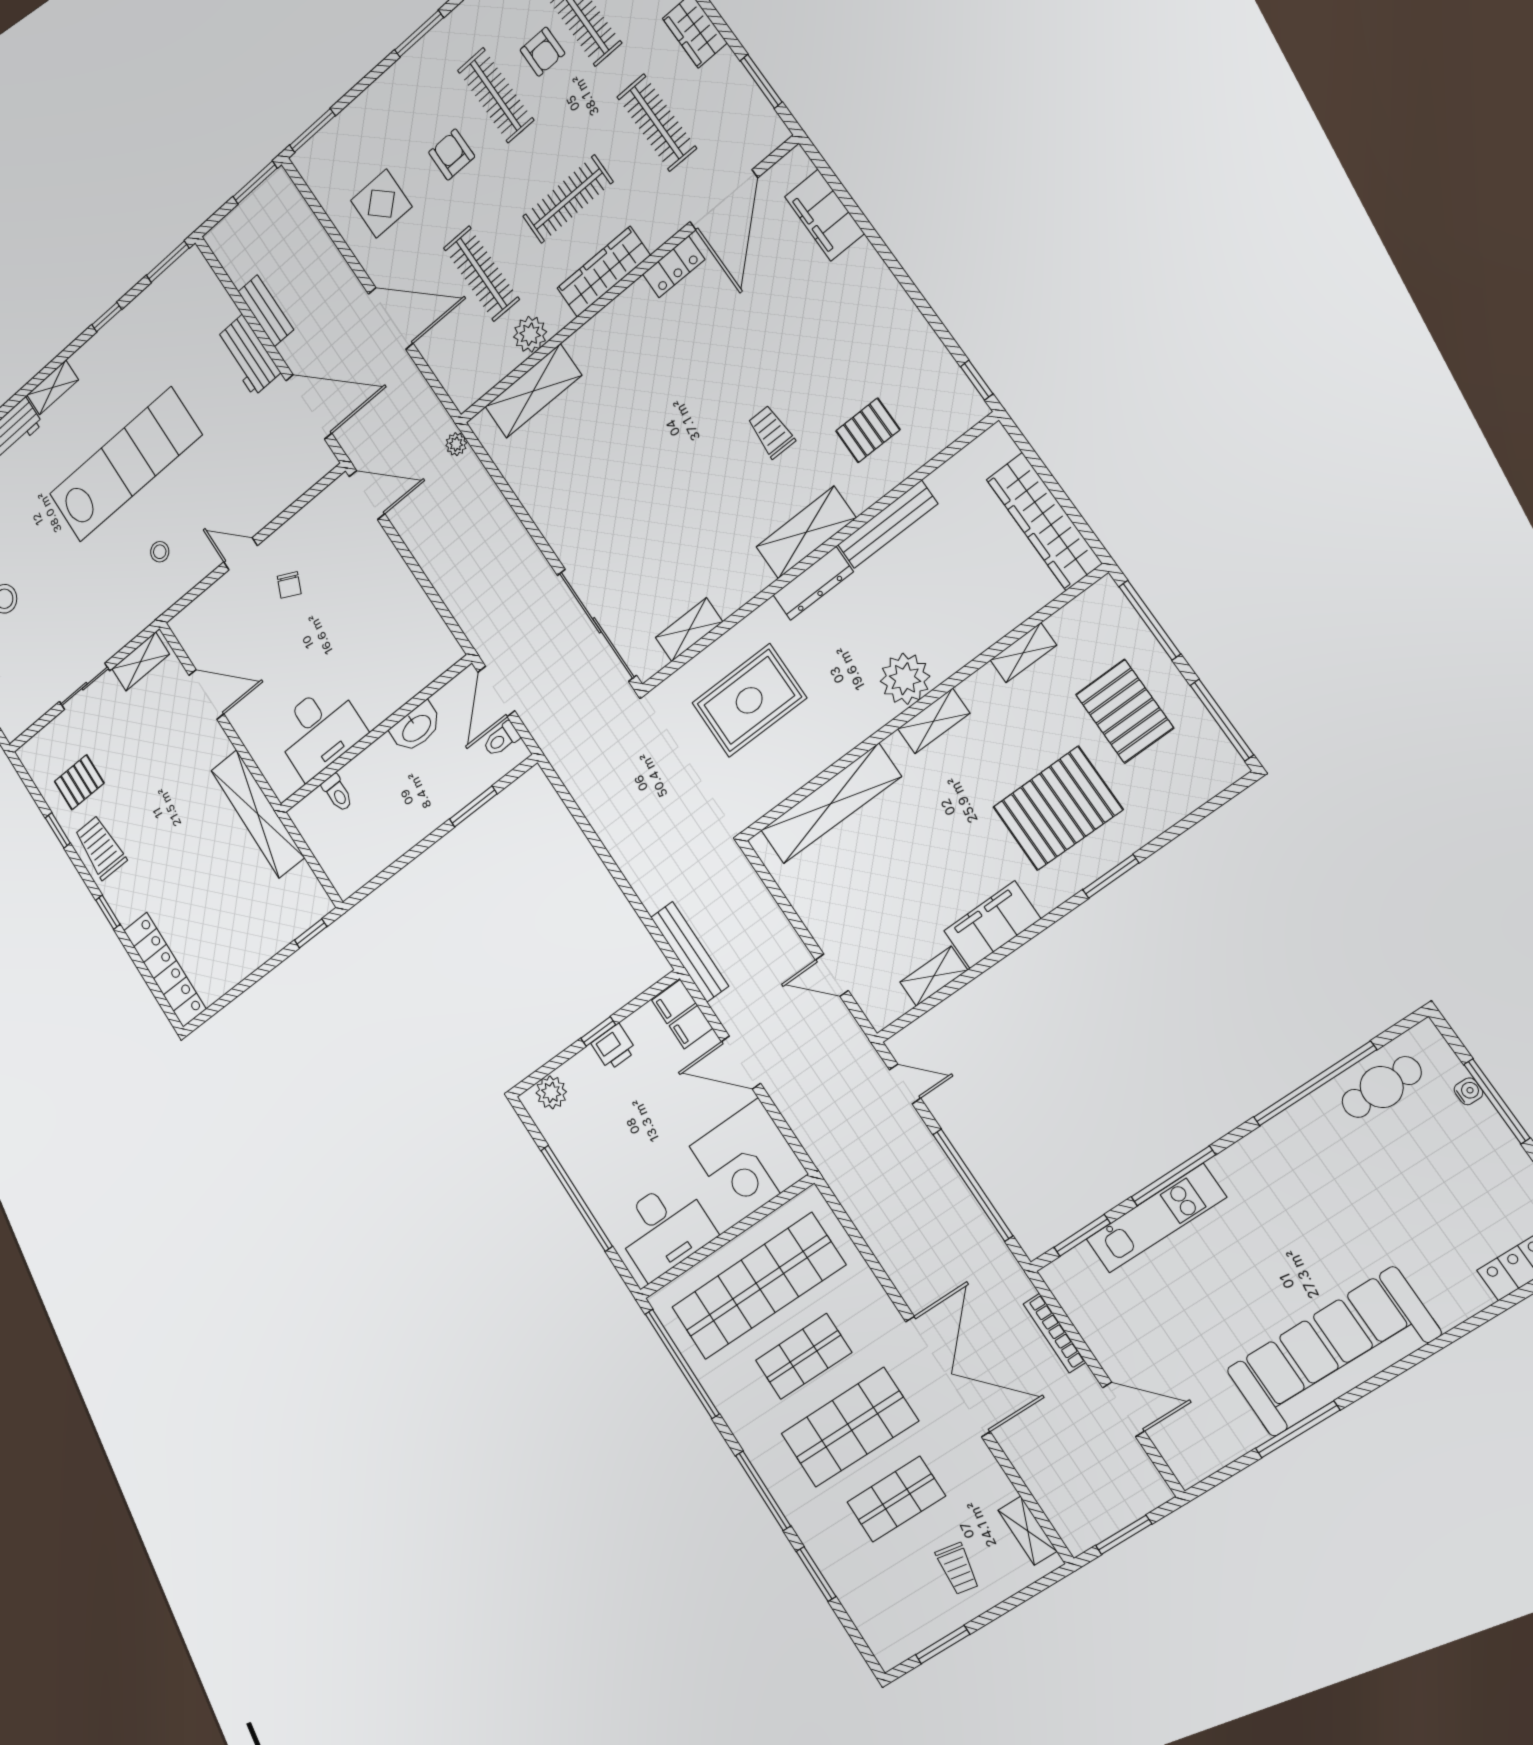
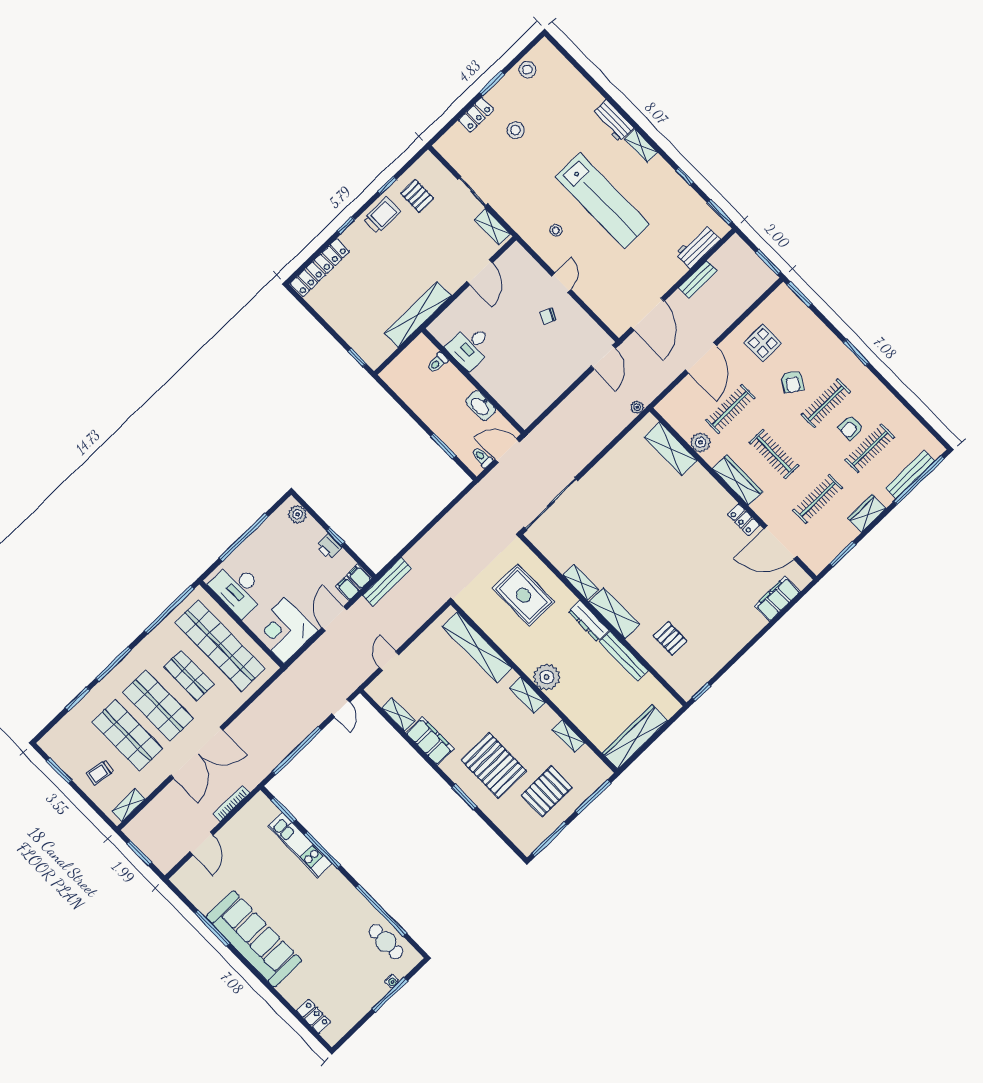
armchair: (452, 155) -> (792, 382), turned 124
workbench: (248, 355) -> (698, 246), moved
trolley: (771, 432) -> (664, 587), removed
shelving: (689, 630) -> (581, 582), moved
desk: (319, 730) -> (470, 347), width x0.73
shop shelf: (896, 1499) -> (127, 735), width x1.43, depth x1.36

